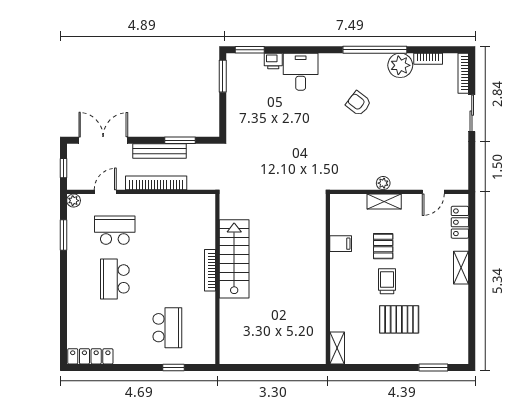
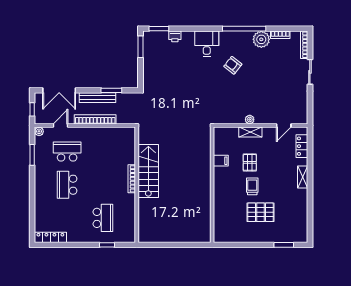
desk: (301, 72) -> (207, 44), moved
double door: (103, 140) -> (59, 90), swing flipped
shelving: (337, 348) -> (218, 232), removed

